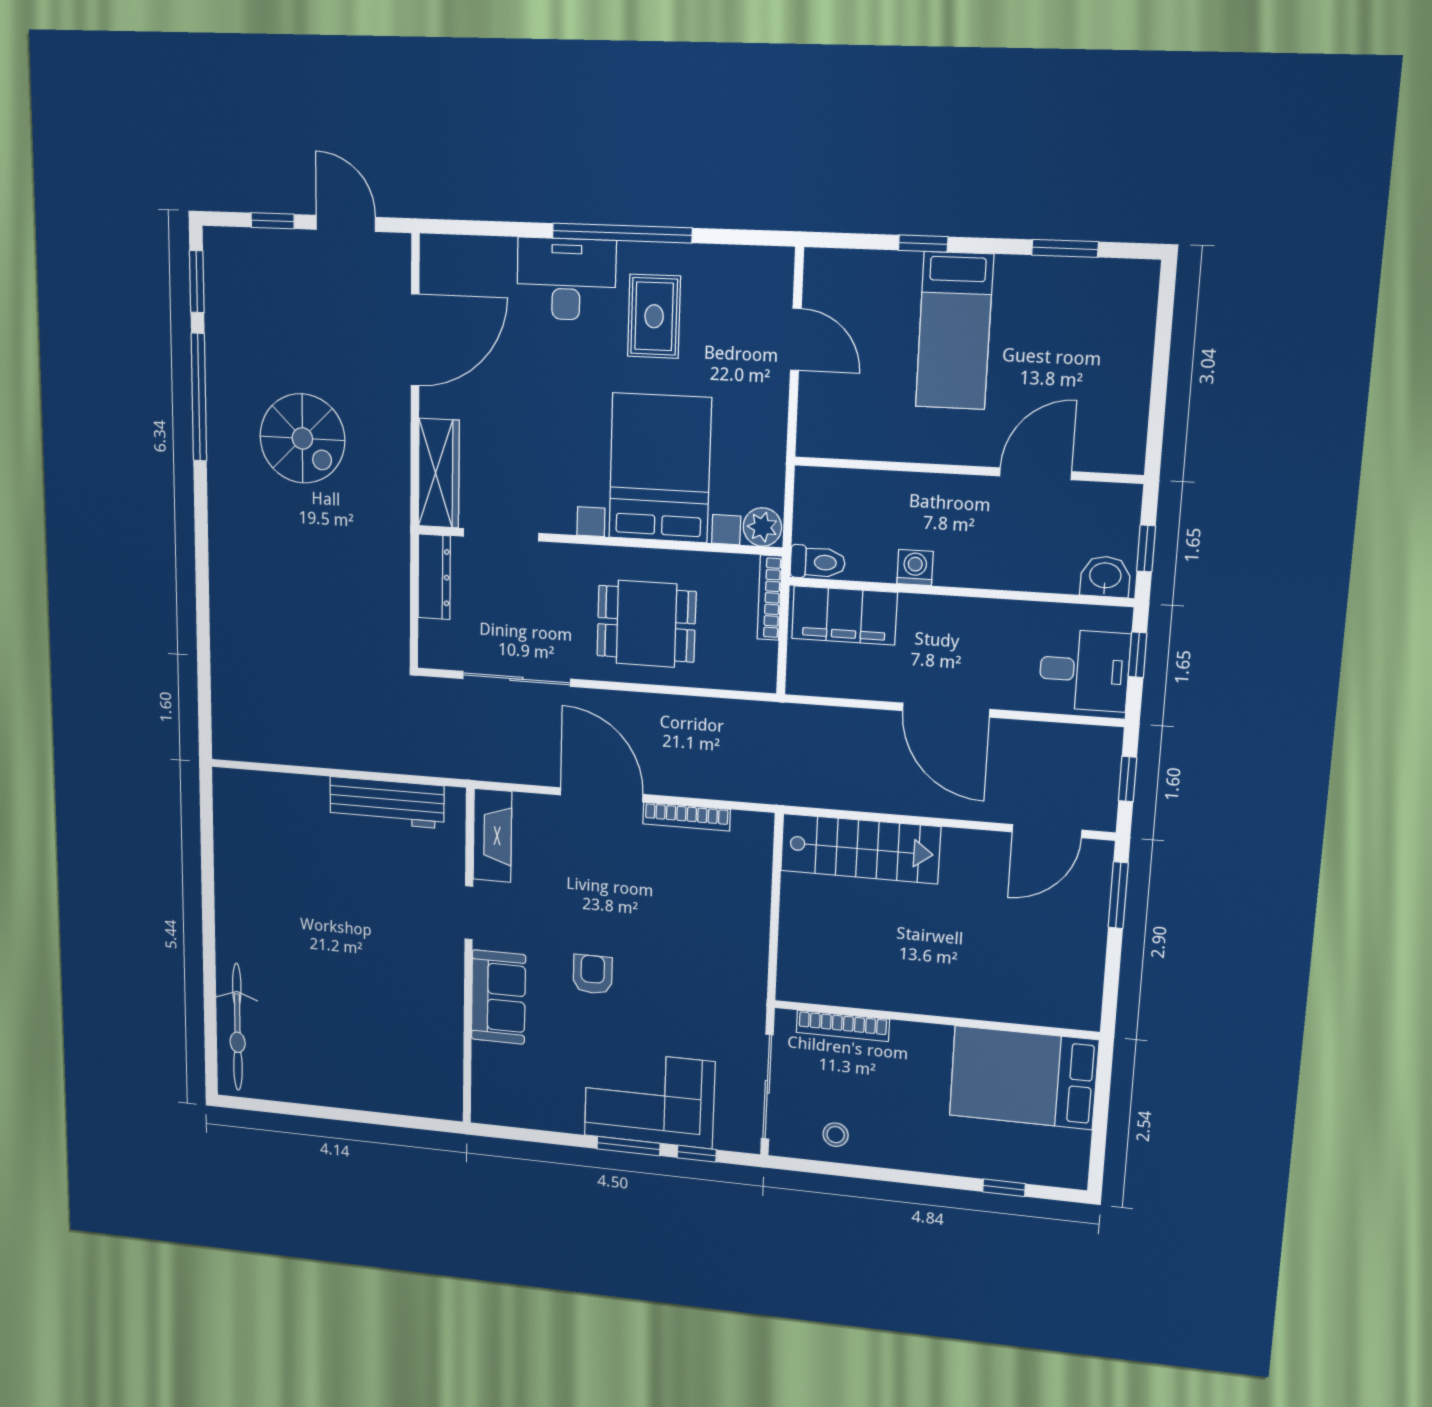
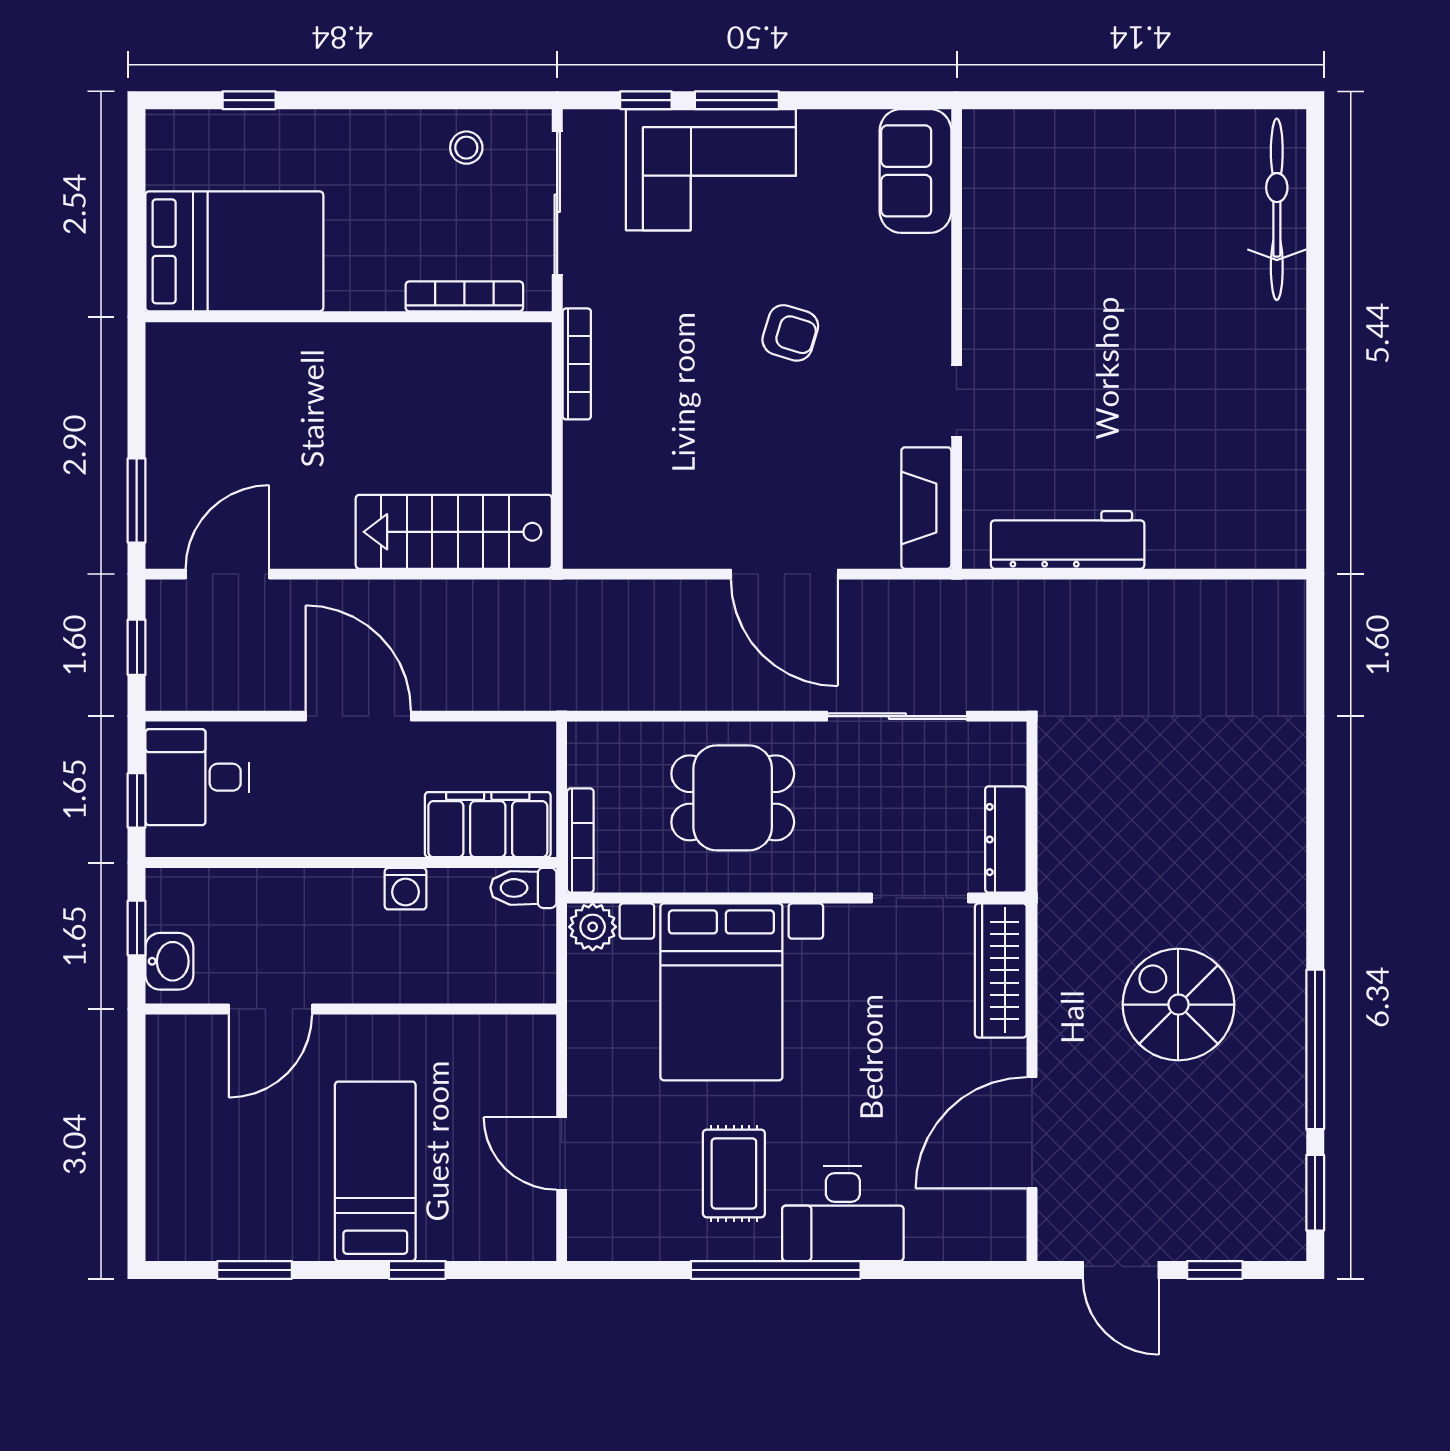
washbasin: (1105, 577) -> (169, 961), moved, turned -90
bookcase: (687, 817) -> (577, 364), moved, turned 90
armchair: (593, 974) -> (790, 333), turned -73
sofa: (498, 997) -> (915, 171), moved

